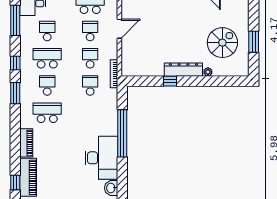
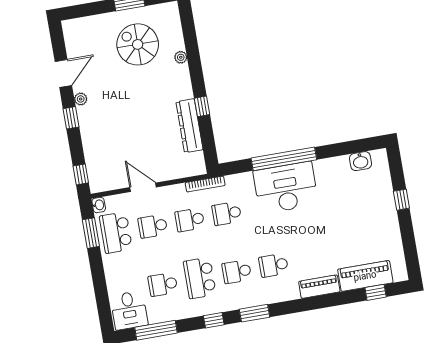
dresser: (183, 70) -> (189, 126), moved
school desk: (47, 113) -> (274, 265), width x0.54
desk: (101, 158) -> (286, 188), moved

